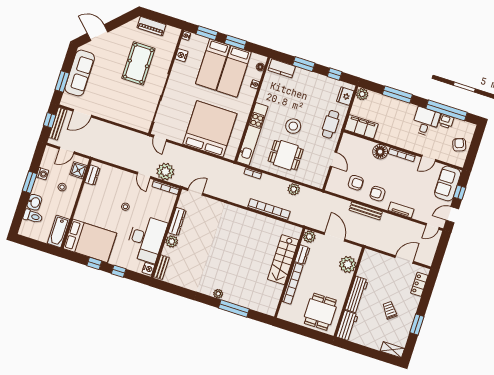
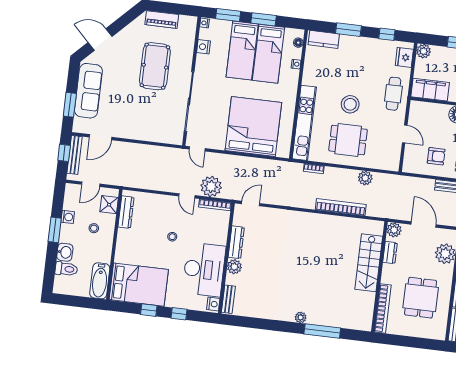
dresser: (92, 175) -> (126, 212), width x1.44
bookcase: (293, 283) -> (383, 308), moved
dining table: (320, 312) -> (421, 298), moved

